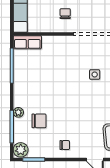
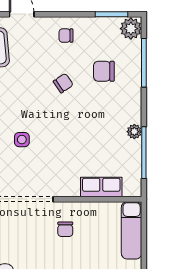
row of seats: (27, 42) -> (101, 187), moved
plant: (18, 112) -> (134, 132), moved
chair: (67, 113) -> (63, 83), added

